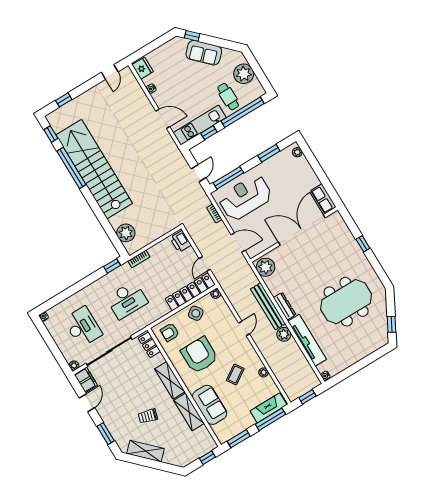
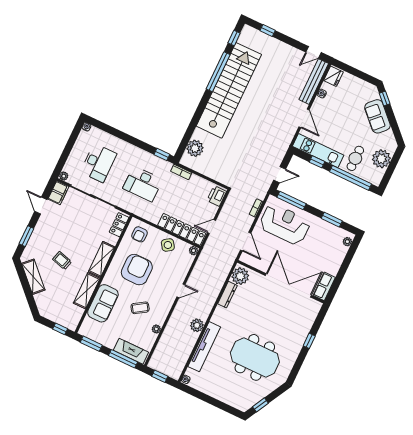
bench: (268, 306) -> (314, 82), moved
dresser: (285, 306) -> (227, 295), moved
armchair: (170, 332) -> (139, 234), turned -90
door: (87, 403) -> (41, 206), swing flipped

